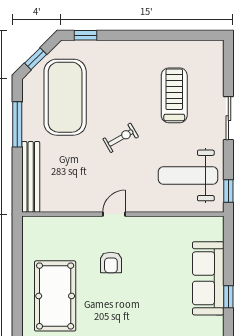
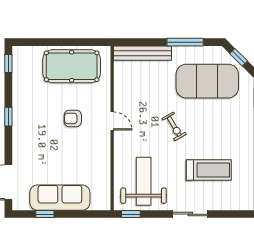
pool table: (55, 296) -> (72, 66), moved

